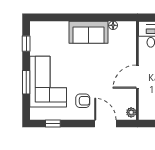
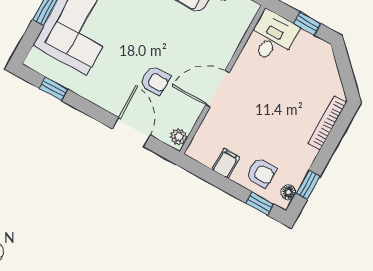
armchair: (83, 101) -> (155, 81), moved

